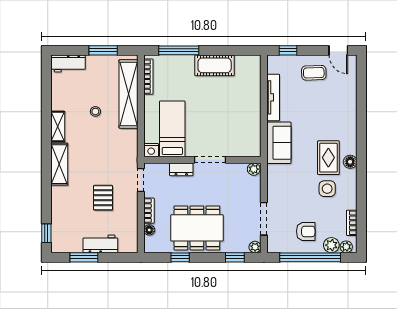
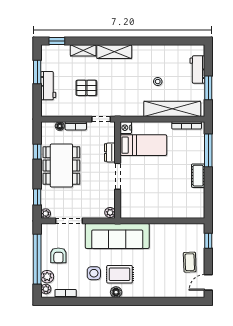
workbench: (68, 64) -> (197, 70), moved
cot: (215, 65) -> (198, 176), width x0.73, depth x0.75
tv unit: (273, 97) -> (169, 229), removed
shelving: (58, 127) -> (83, 50), moved
sofa: (279, 143) -> (117, 236), width x1.85, depth x1.27

